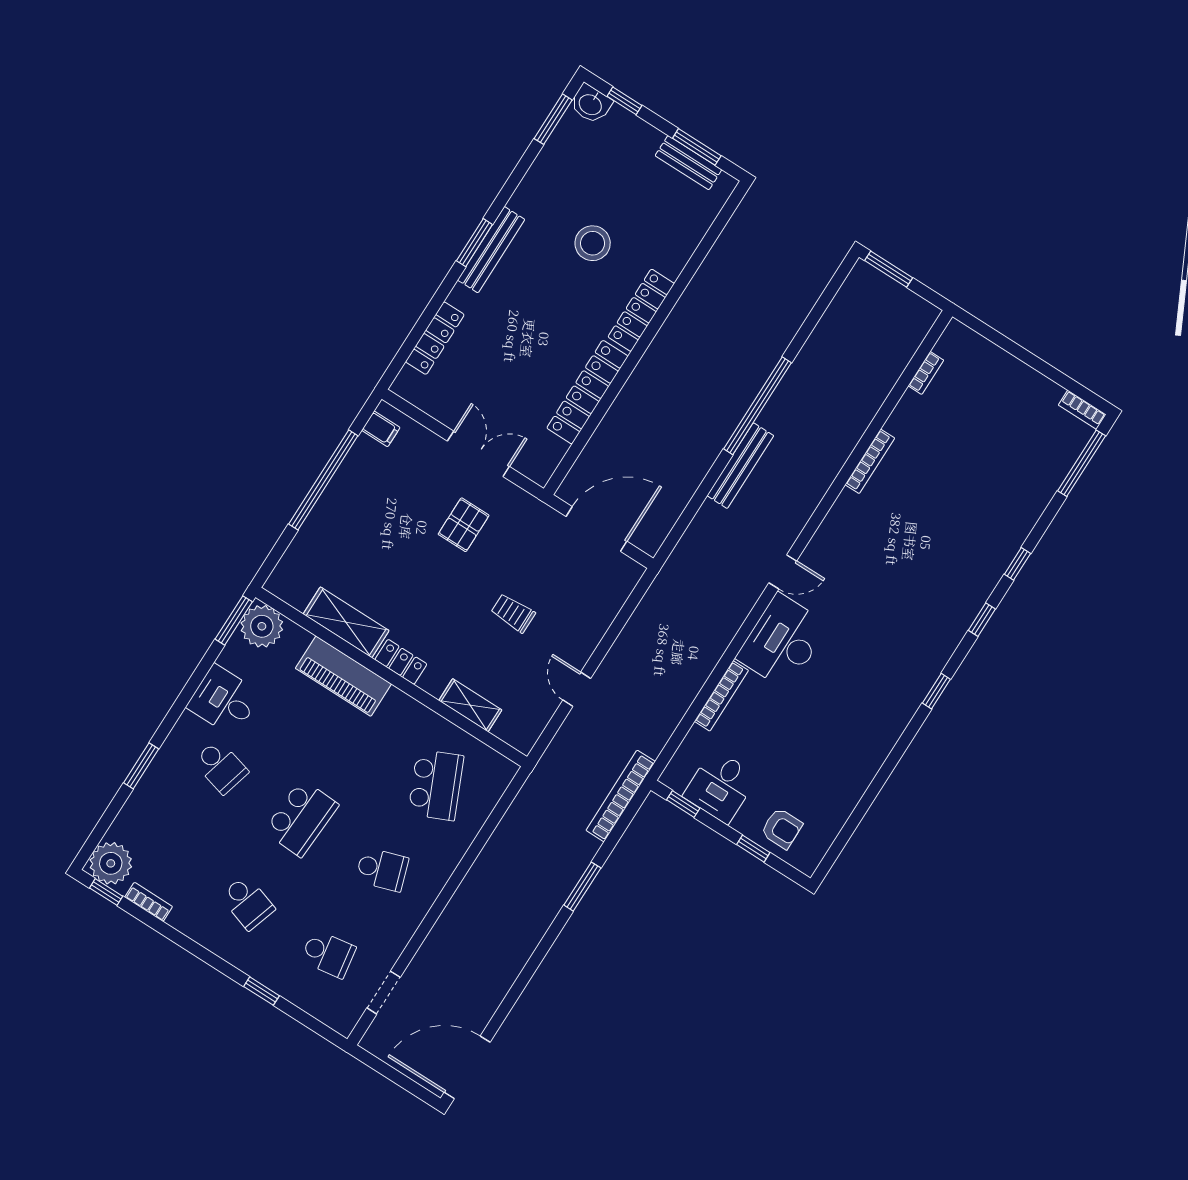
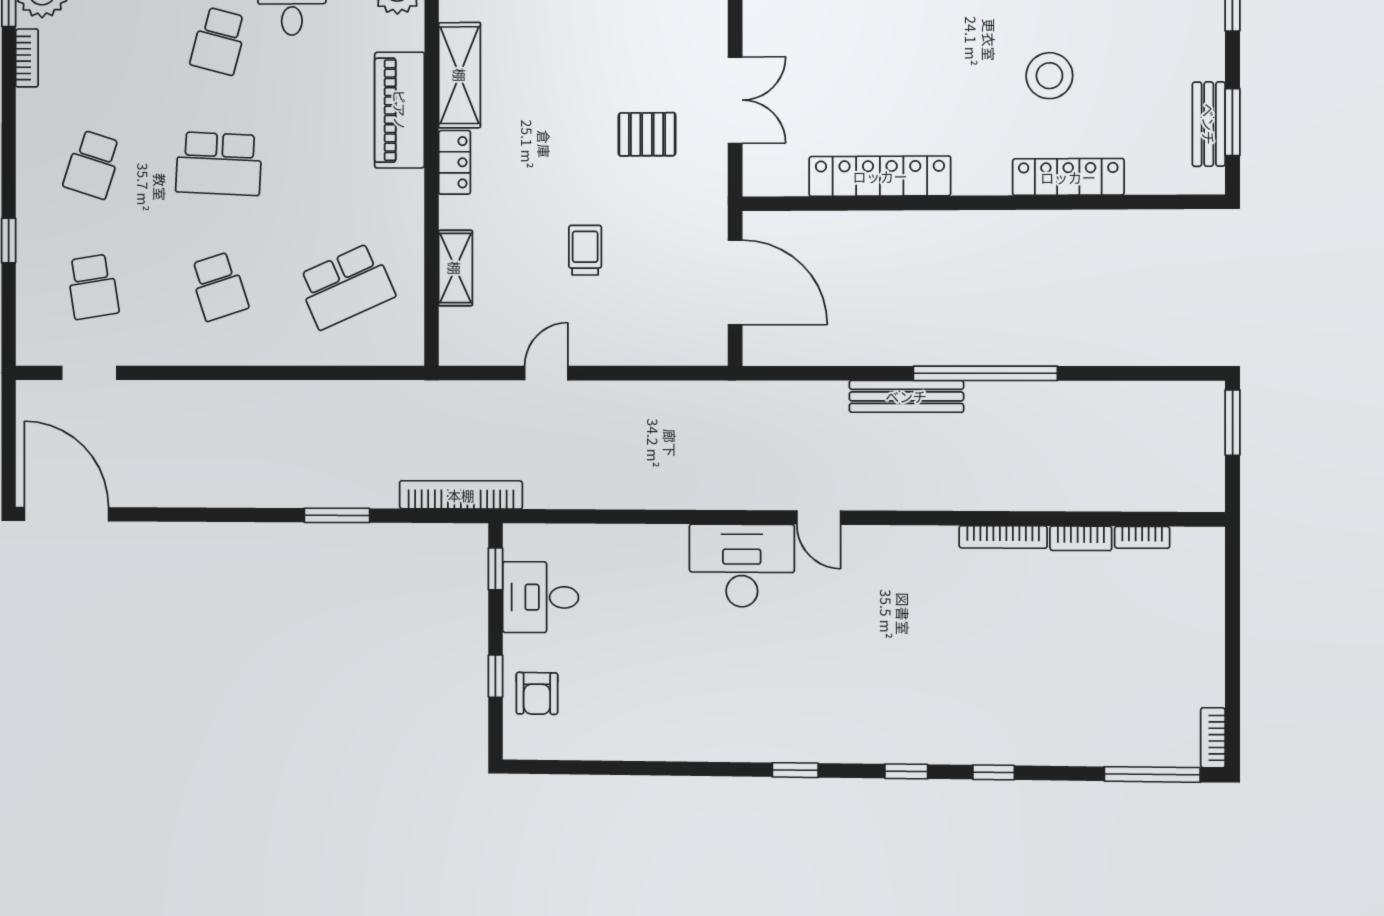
locker: (641, 310) -> (1068, 177), moved
bookcase: (721, 696) -> (1081, 538), moved, width x0.64

